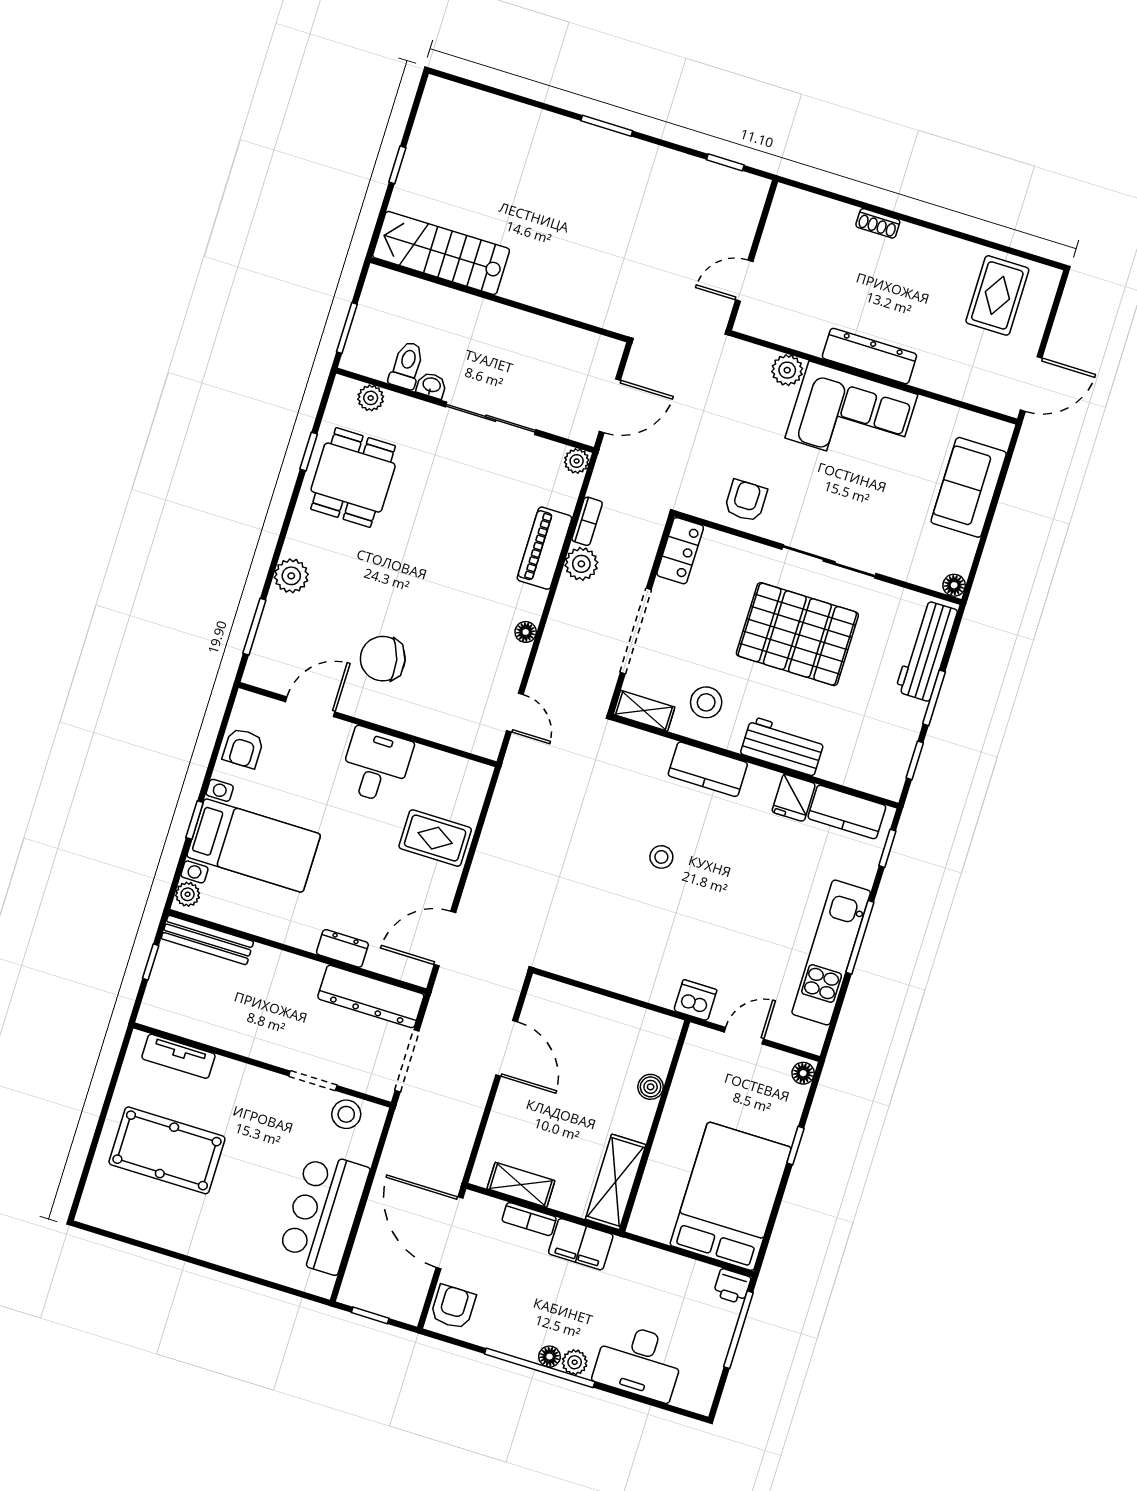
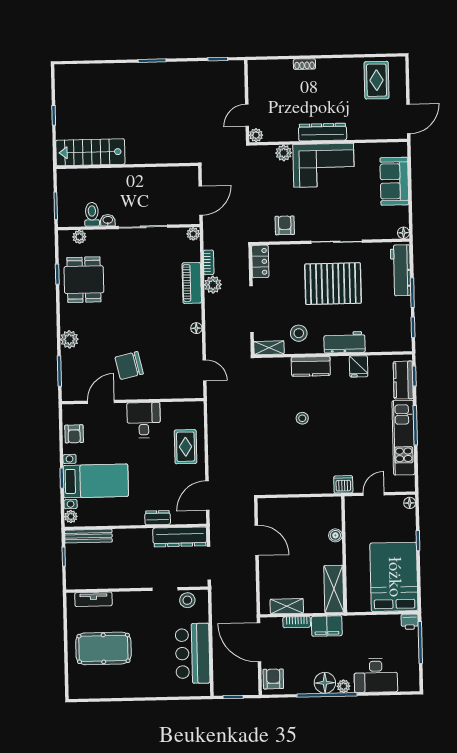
plant: (748, 322) -> (256, 135), added
kitchen counter: (847, 812) -> (403, 380), moved, turned 90
rug: (435, 838) -> (186, 447), turned 90
floor lamp: (549, 1357) -> (325, 683), width x1.89, depth x1.89

